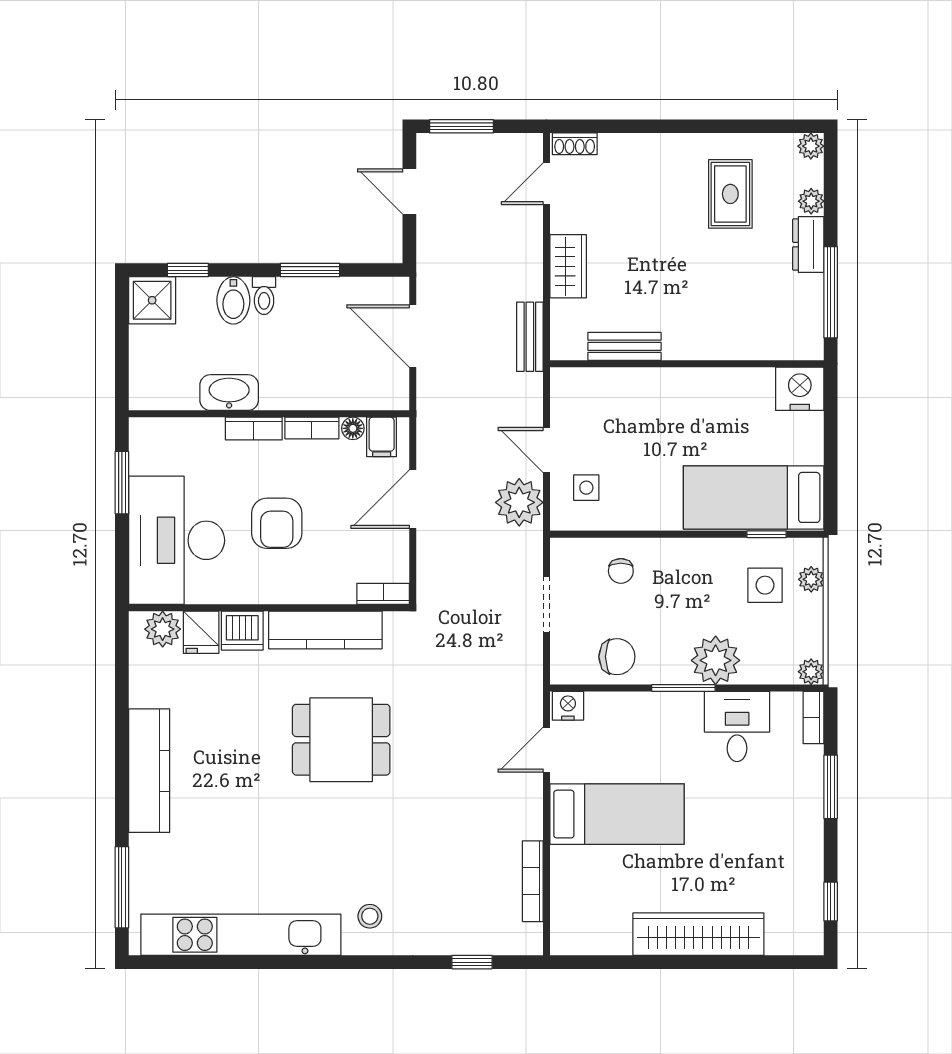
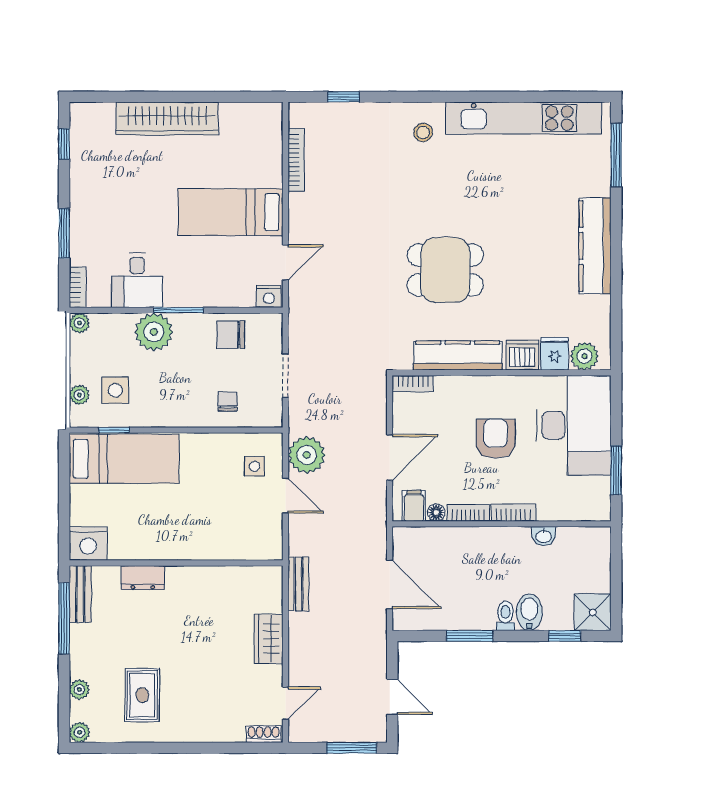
dresser: (808, 245) -> (143, 578), moved, turned 90
bench: (624, 346) -> (80, 594), moved, turned 90
washbasin: (229, 393) -> (544, 536), width x0.52, depth x0.69

